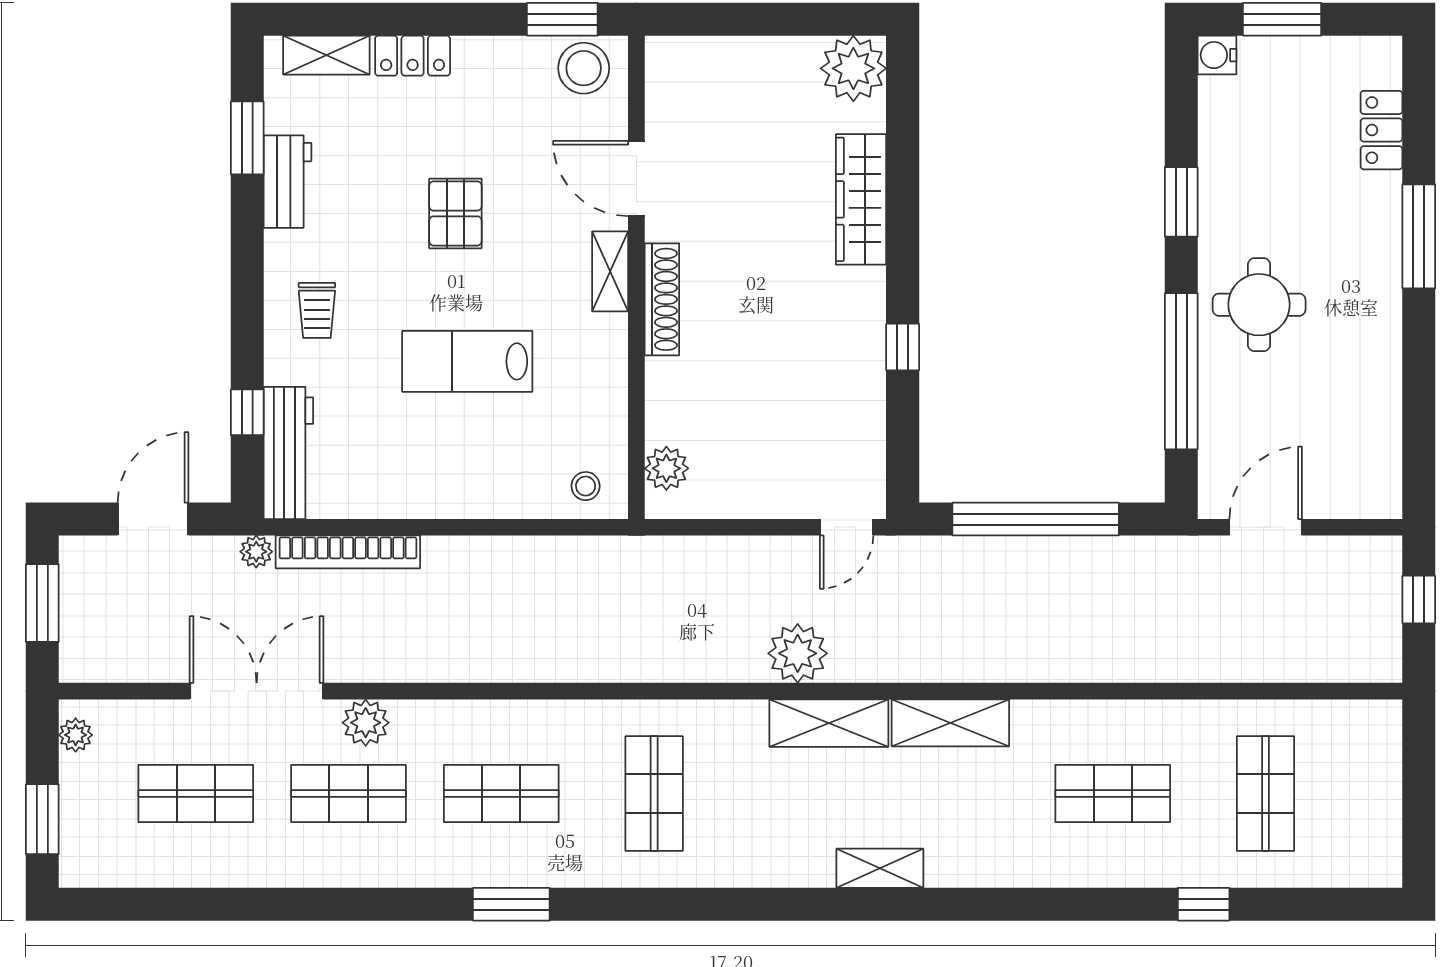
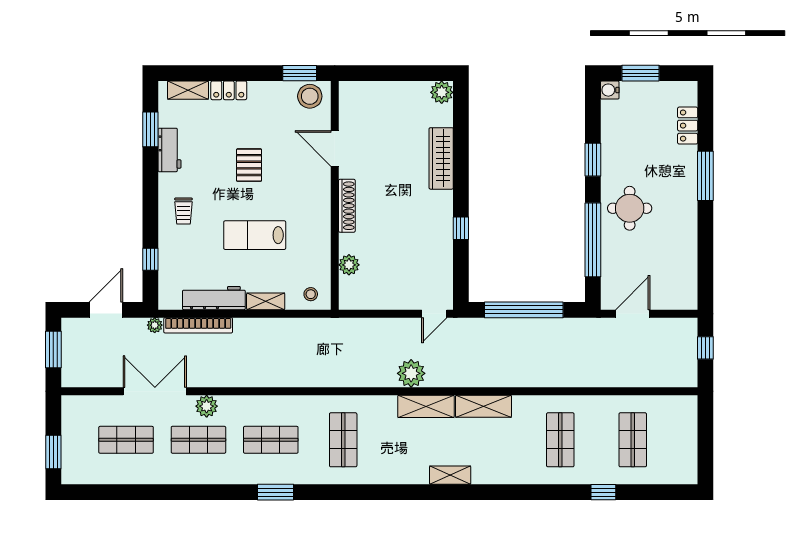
plant: (853, 68) -> (442, 92), width x0.73, depth x0.73
shelving: (610, 271) -> (266, 301), moved, turned 90
workbench: (288, 453) -> (214, 298), moved, turned -90
plant: (666, 468) -> (349, 265), moved
plant: (76, 735) -> (69, 412), removed
shop shelf: (1113, 794) -> (560, 440), turned 90

